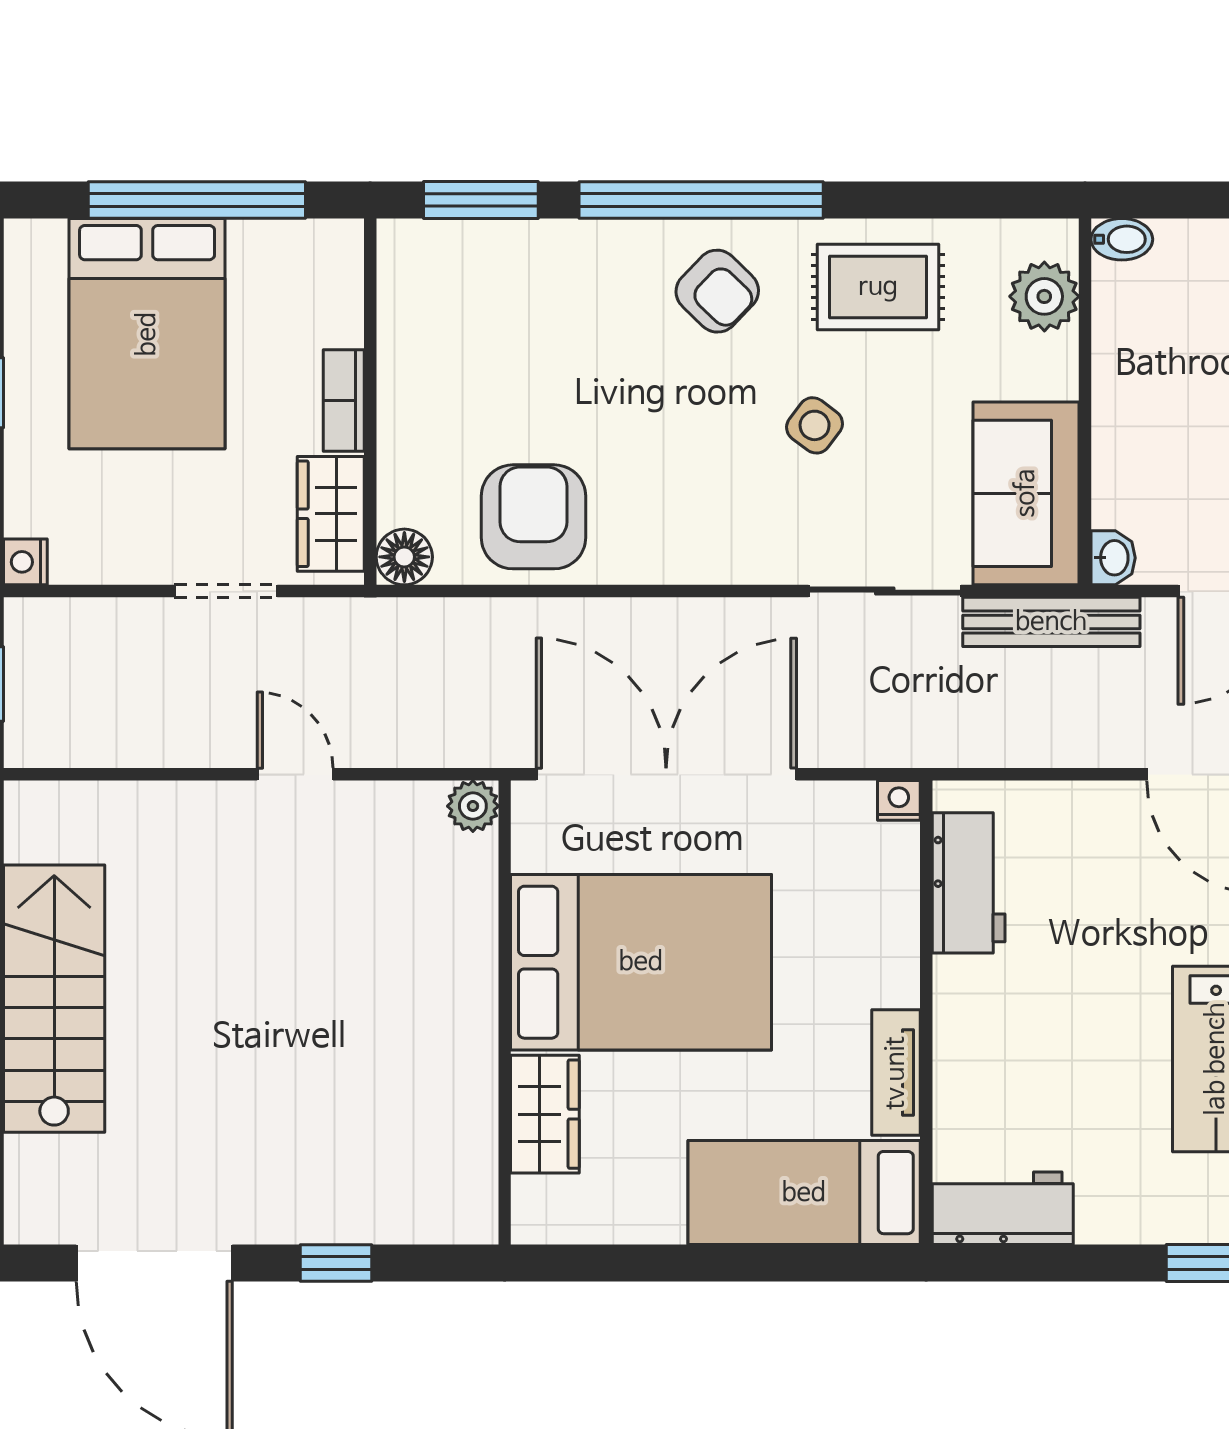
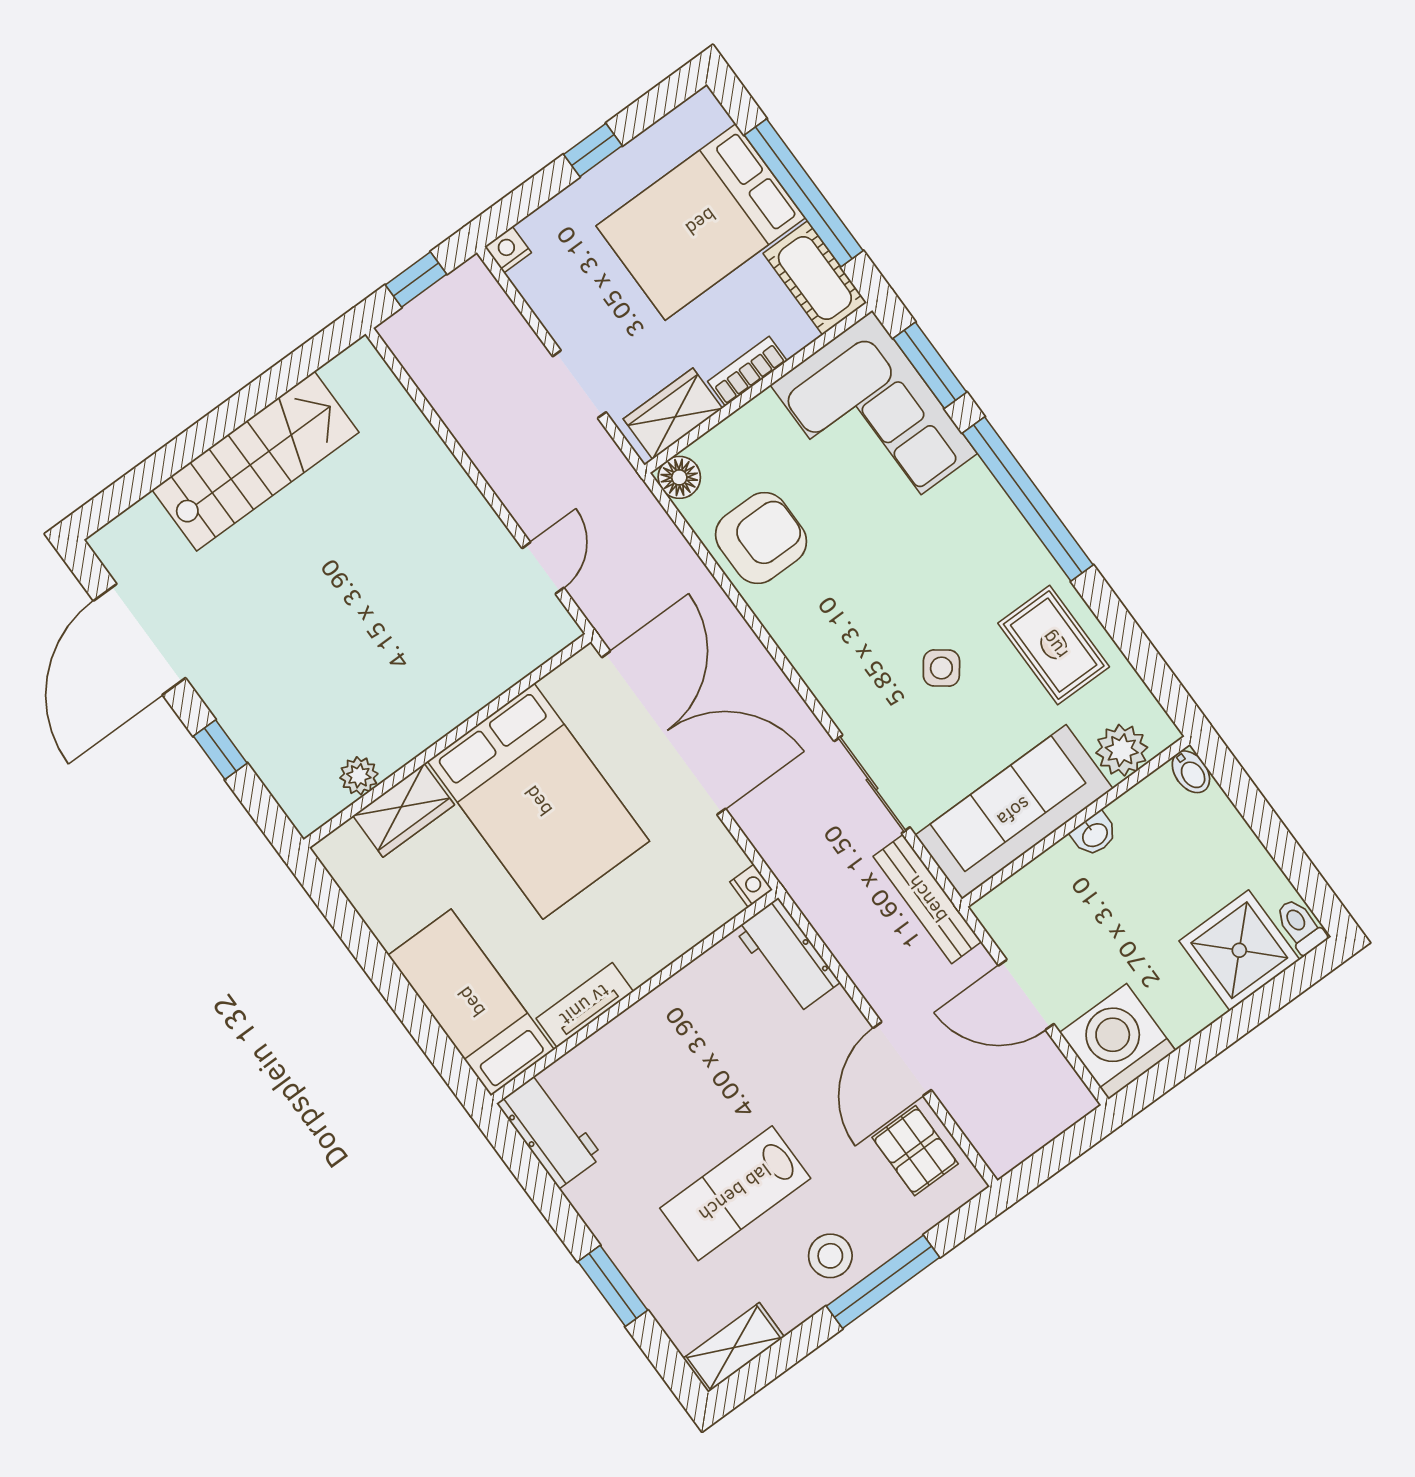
cot: (297, 255) -> (815, 278), added
armchair: (717, 291) -> (980, 549), removed
corner sofa: (495, 303) -> (874, 419), added
sofa: (1026, 493) -> (1014, 812), width x1.36
washbasin: (1113, 558) -> (1094, 834), moved
door: (295, 774) -> (543, 568), moved
plant: (473, 806) -> (359, 776), moved
workbench: (969, 883) -> (787, 956), moved, turned 90

